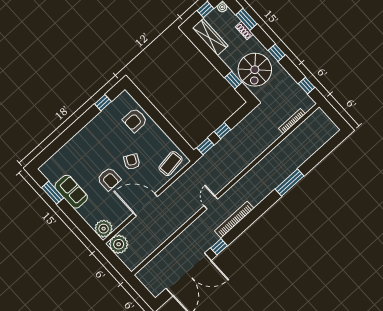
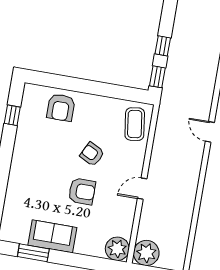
door: (145, 205) -> (142, 189), width x0.53

